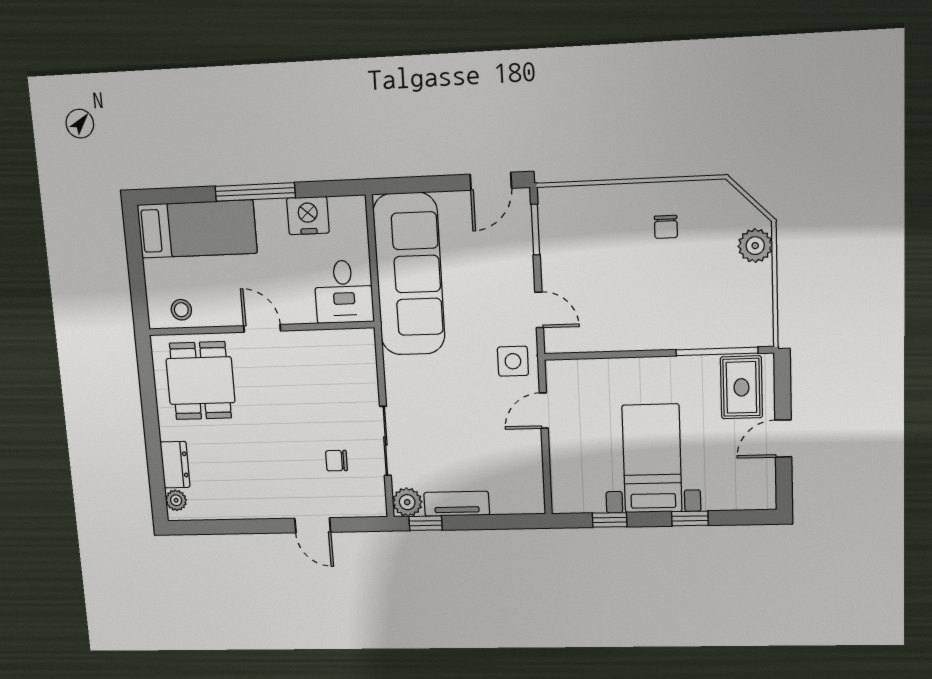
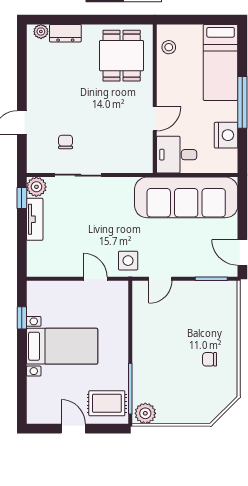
plant: (755, 246) -> (145, 413), moved
door: (262, 328) -> (155, 119), moved
dining table: (201, 381) -> (122, 56), turned 90
window: (690, 518) -> (22, 369), removed

